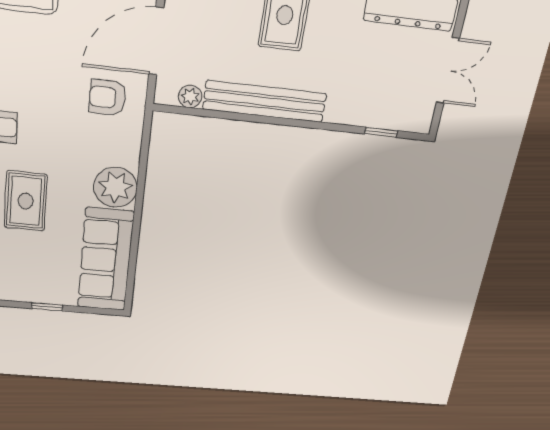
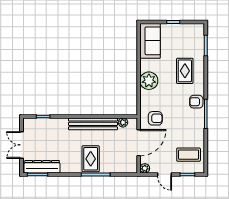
sofa: (106, 260) -> (150, 41), width x0.73

